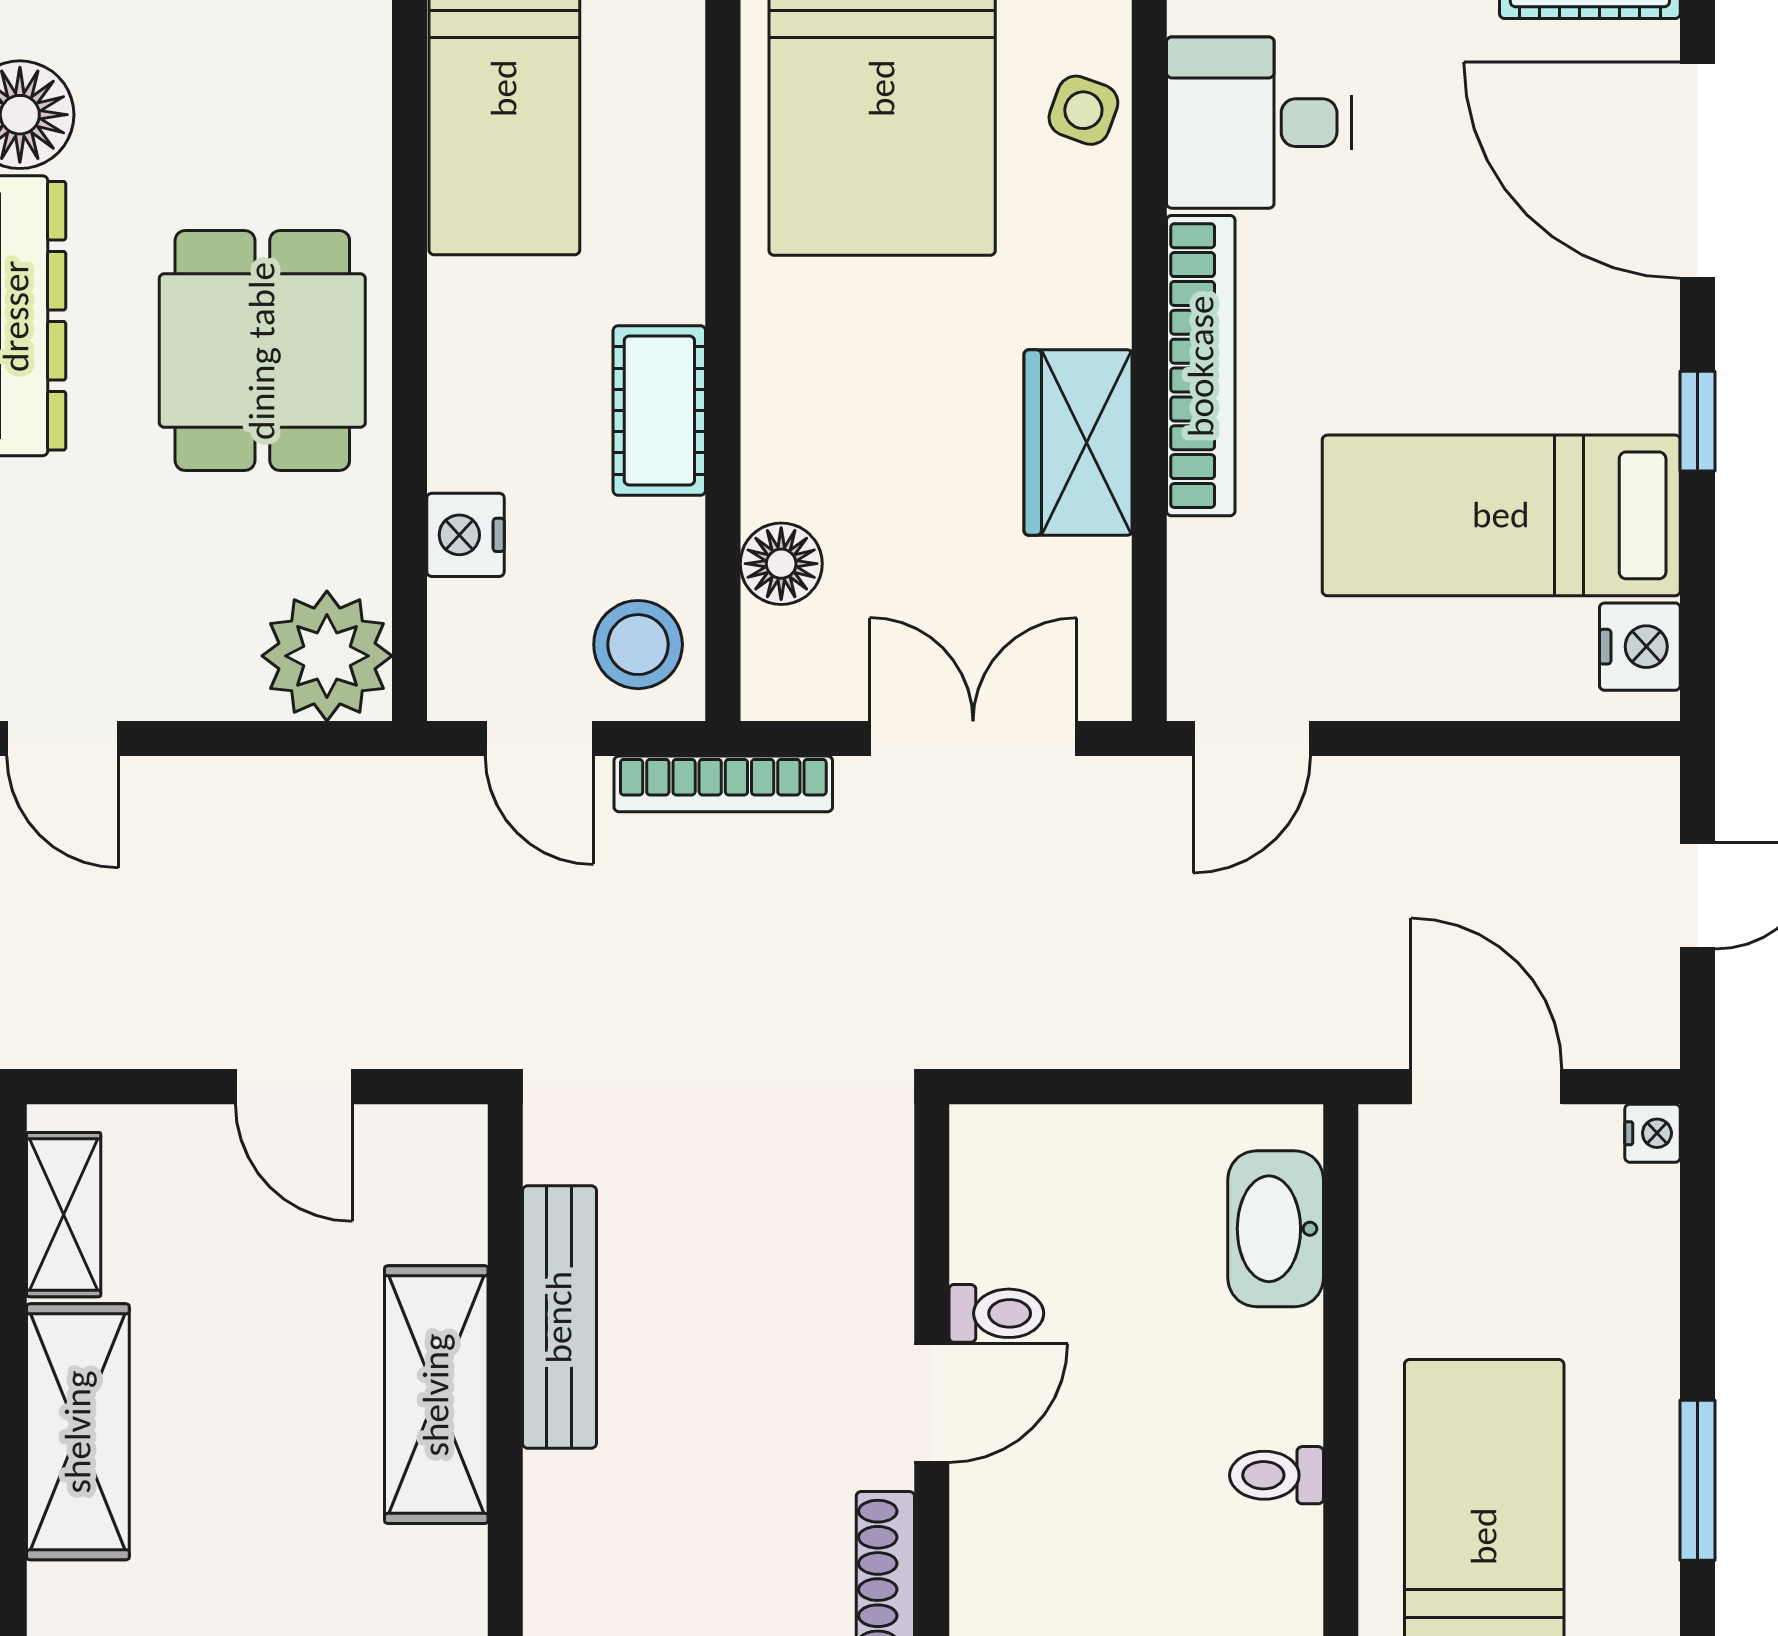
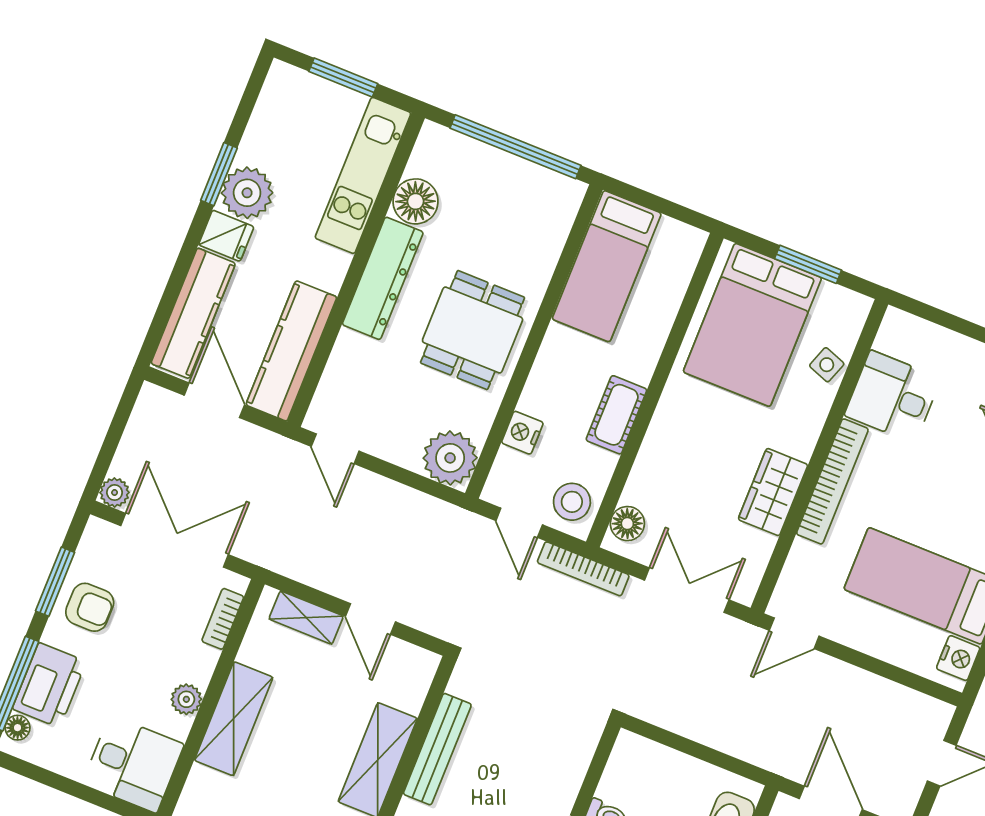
floor lamp: (781, 564) -> (627, 524), moved
shelving: (64, 1215) -> (306, 618), moved, turned 90

